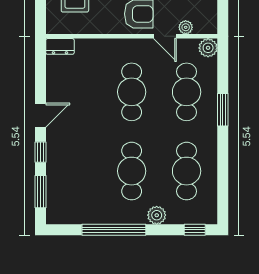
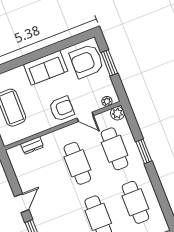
plant: (186, 27) -> (107, 101), moved
dresser: (60, 46) -> (32, 145), moved

